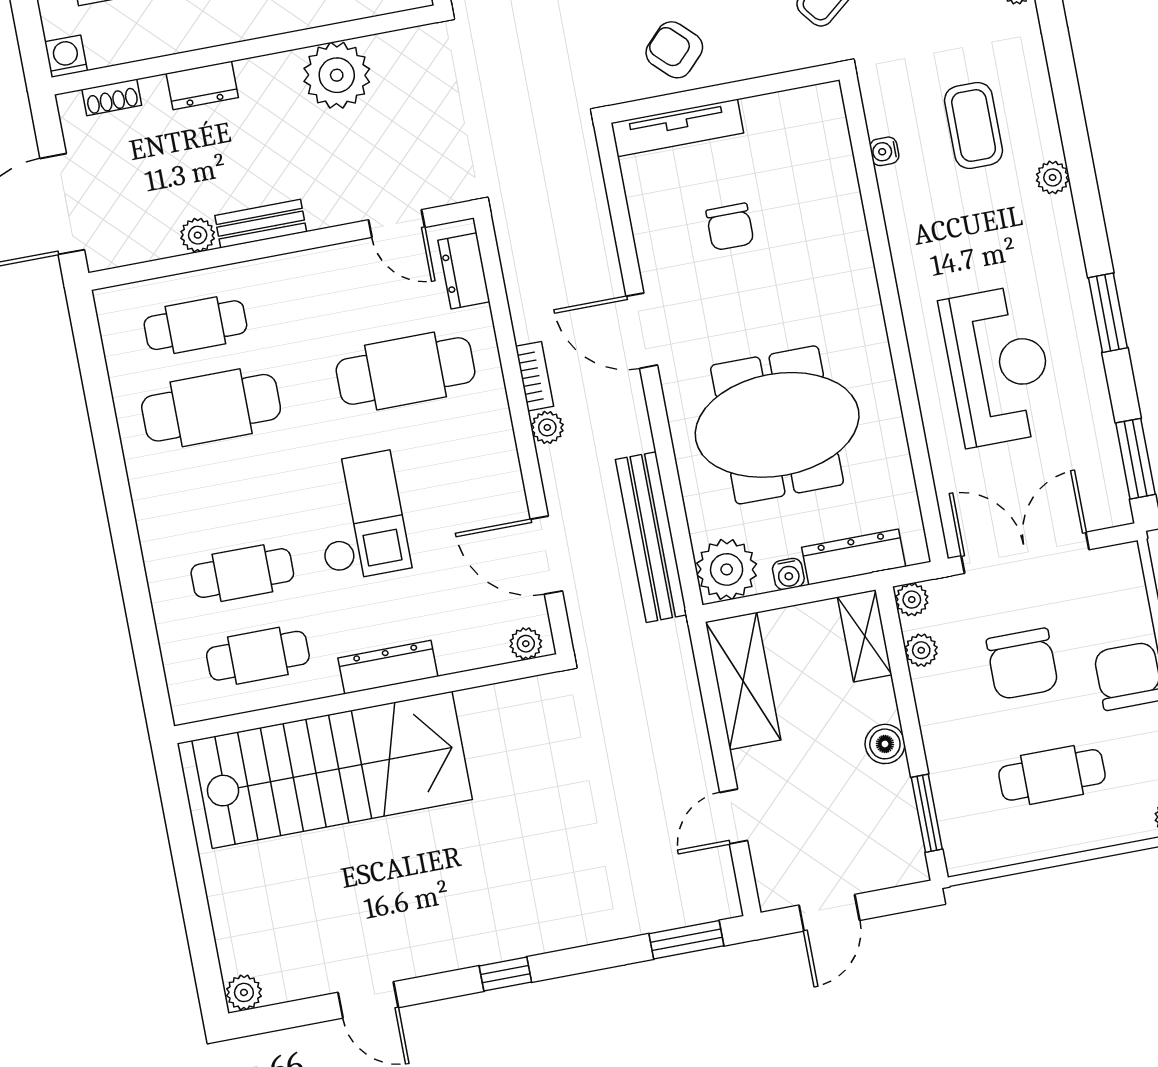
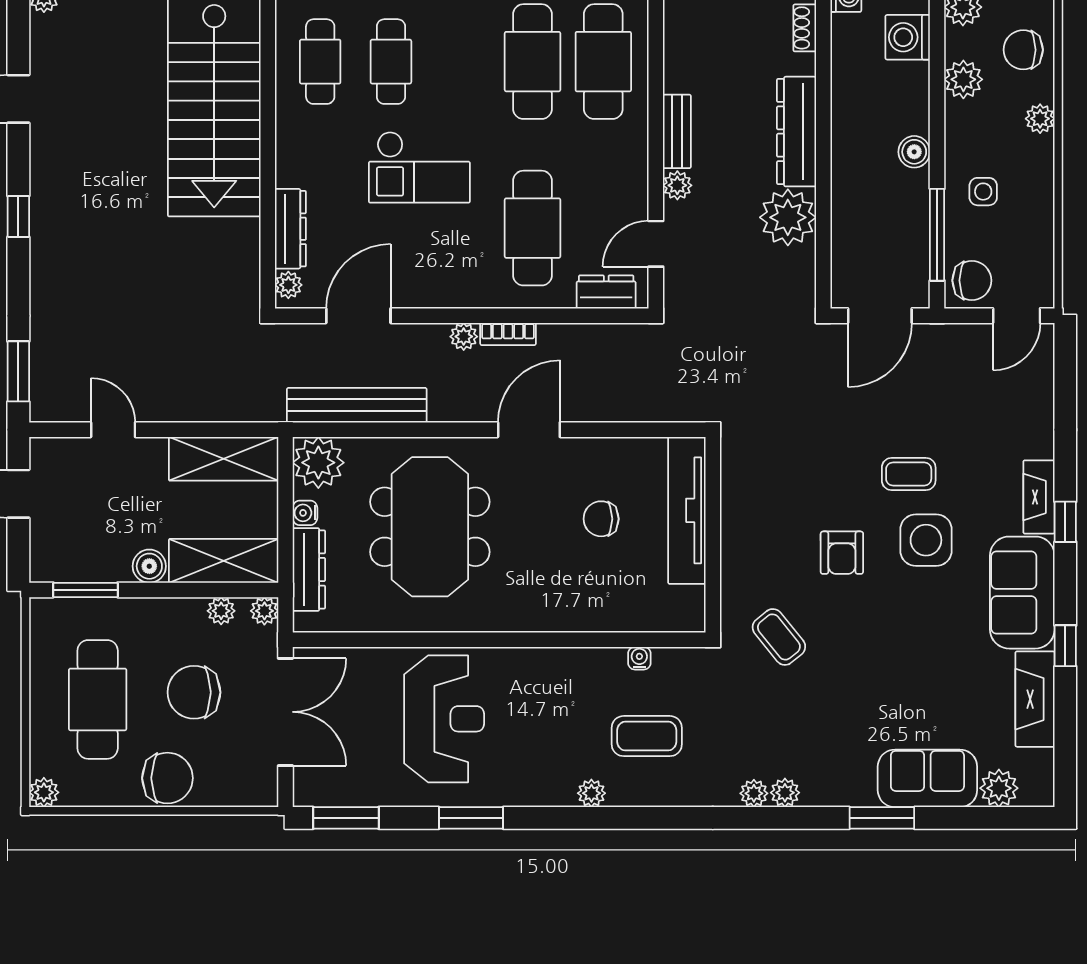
armchair: (674, 50) -> (756, 500), removed
dresser: (202, 85) -> (797, 132), width x1.96, depth x1.24
tv unit: (677, 128) -> (687, 510), width x1.36, depth x1.29
plant: (198, 235) -> (677, 185), moved
cafe table: (195, 325) -> (603, 62), width x1.37, depth x1.35
reception desk: (998, 366) -> (444, 719), turned -90
shelving: (865, 636) -> (224, 561), width x1.50, depth x1.33
dresser: (388, 667) -> (290, 229), moved
cafe table: (1052, 775) -> (98, 699), width x1.37, depth x1.35

